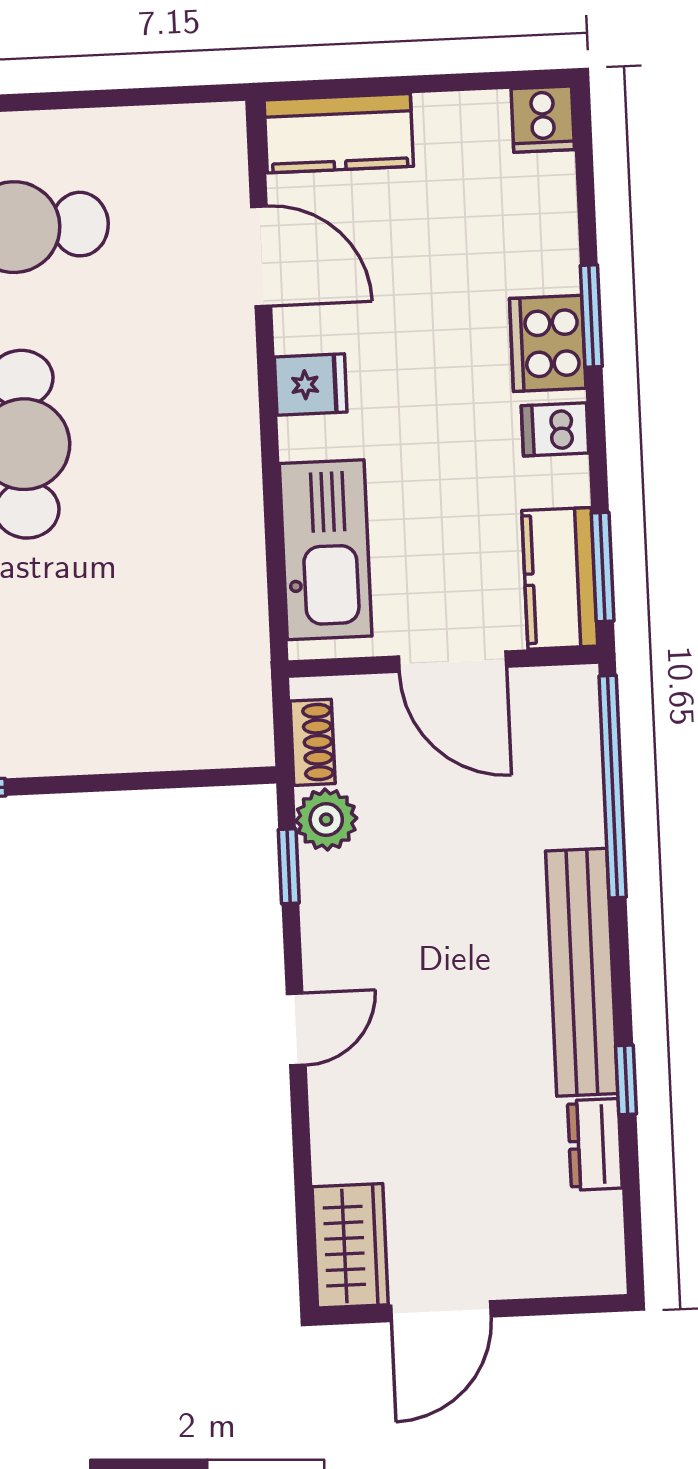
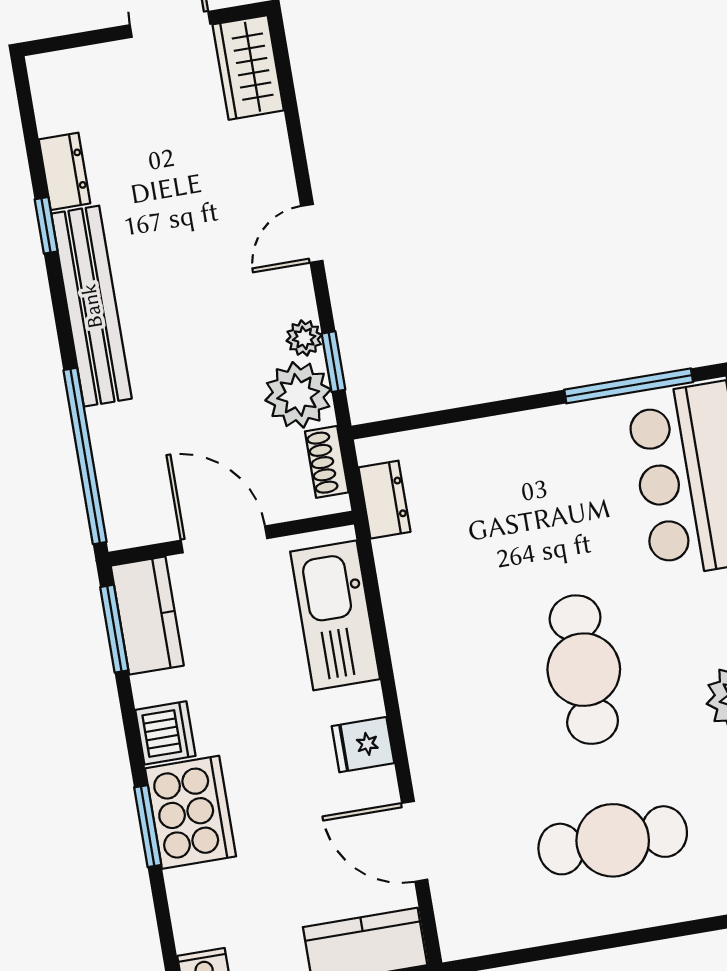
cooker: (548, 343) -> (191, 812), width x1.37, depth x1.31
dishwasher: (555, 429) -> (165, 733), width x1.38
dresser: (246, 687) -> (384, 500), added
plant: (326, 820) -> (298, 395), width x1.36, depth x1.36
plant: (322, 900) -> (304, 338), added

